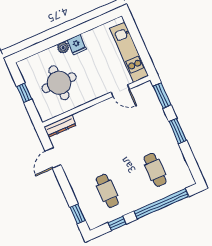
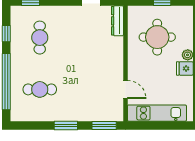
door: (120, 91) -> (125, 90), swing flipped
cafe table: (107, 191) -> (40, 38), turned 90

